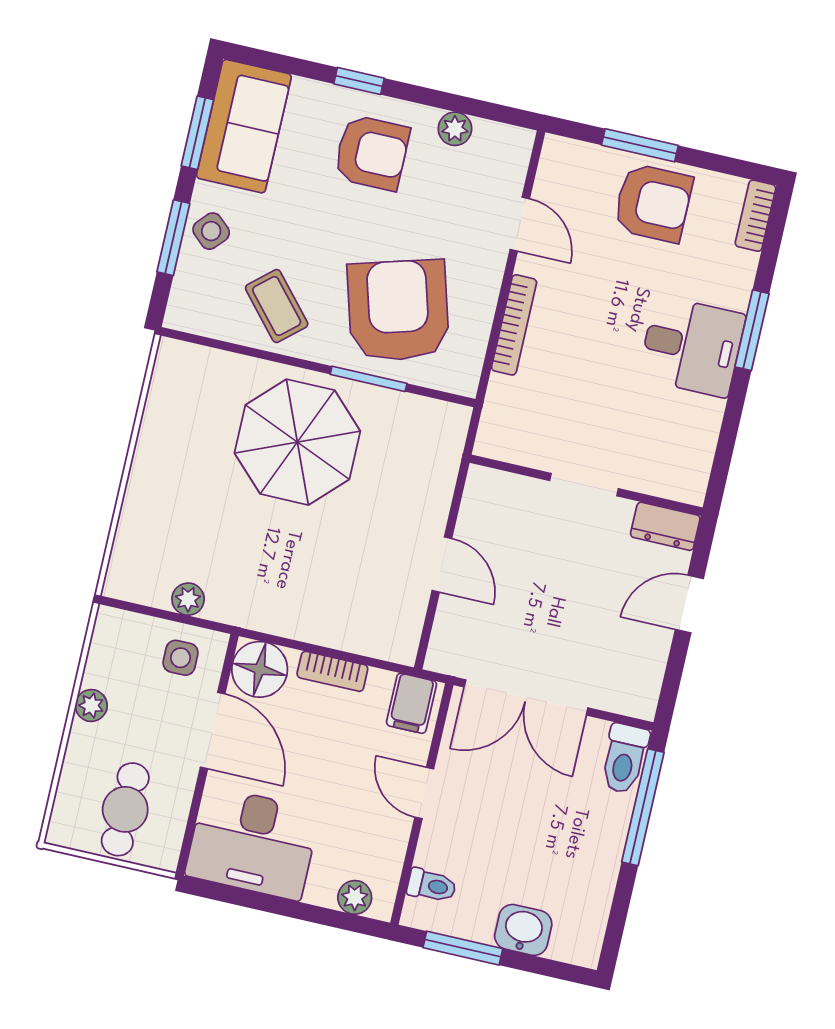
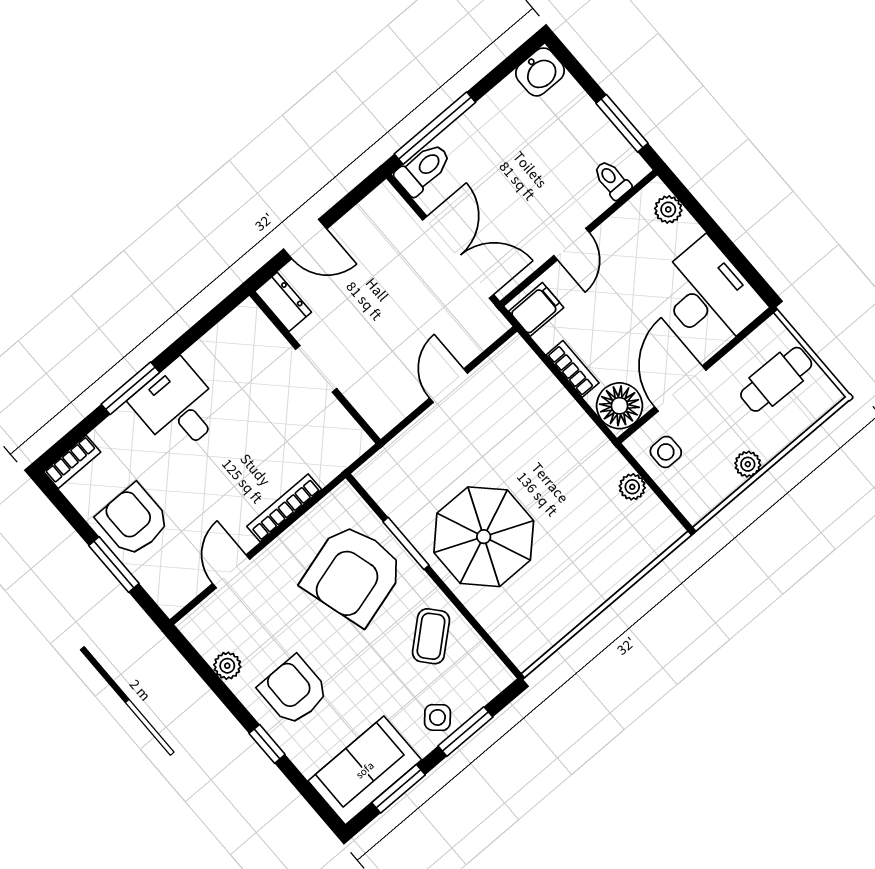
washbasin: (523, 930) -> (540, 72), moved, turned -90

